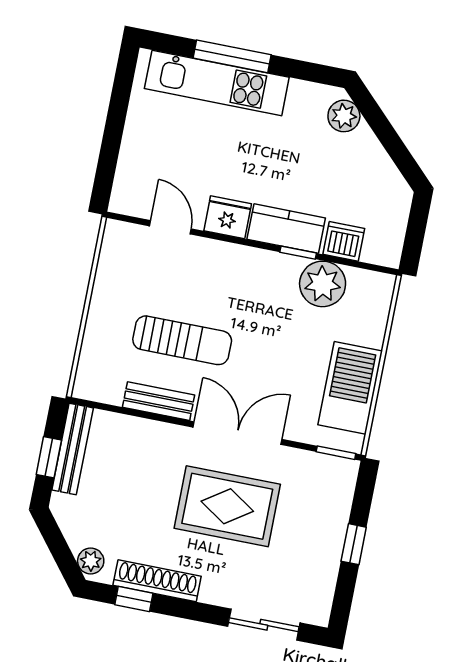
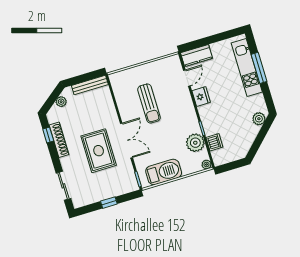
kitchen counter: (286, 229) -> (197, 55), moved, turned 90
plant: (384, 285) -> (206, 164), added
bench: (159, 401) -> (123, 107), removed
window: (49, 457) -> (82, 78), removed
plant: (91, 561) -> (61, 102), moved

